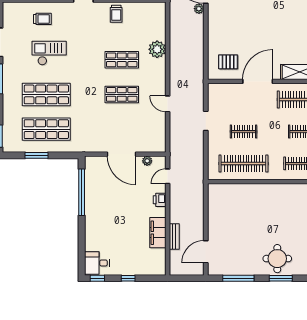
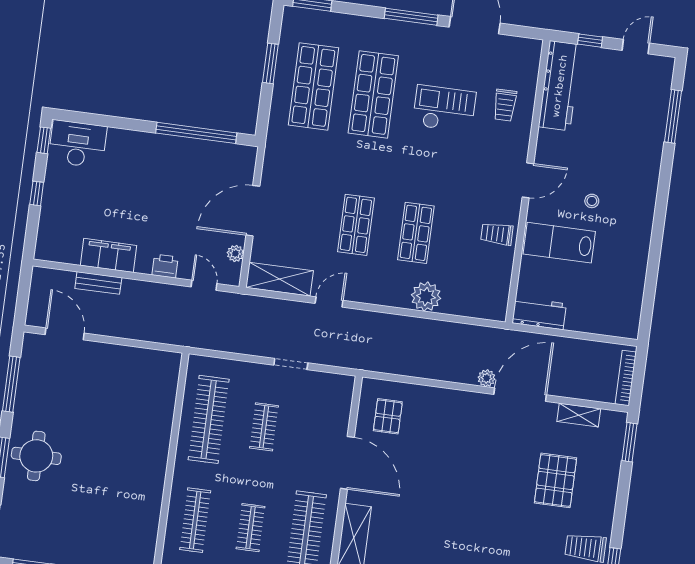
checkout: (49, 53) -> (444, 109), turned -90
shelving: (158, 134) -> (280, 279), added
desk: (97, 263) -> (78, 144), width x1.37

